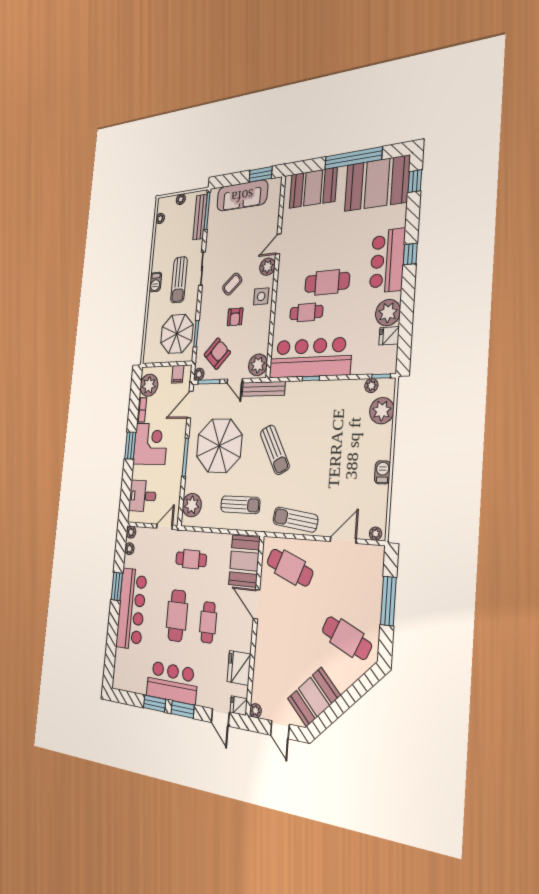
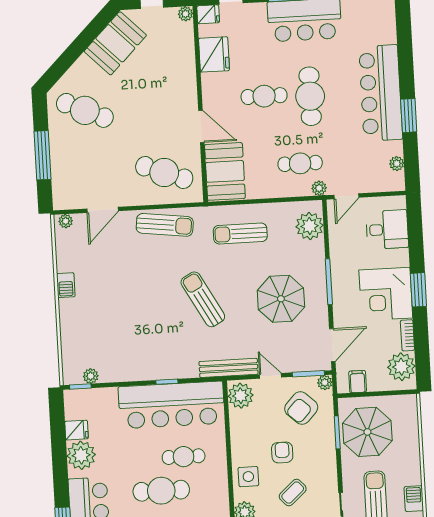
plant: (382, 411) -> (75, 350), removed
parasol: (219, 446) -> (281, 299), width x0.73, depth x0.73
plant: (131, 532) -> (319, 188), moved
cafe table: (208, 622) -> (264, 96), turned 90

